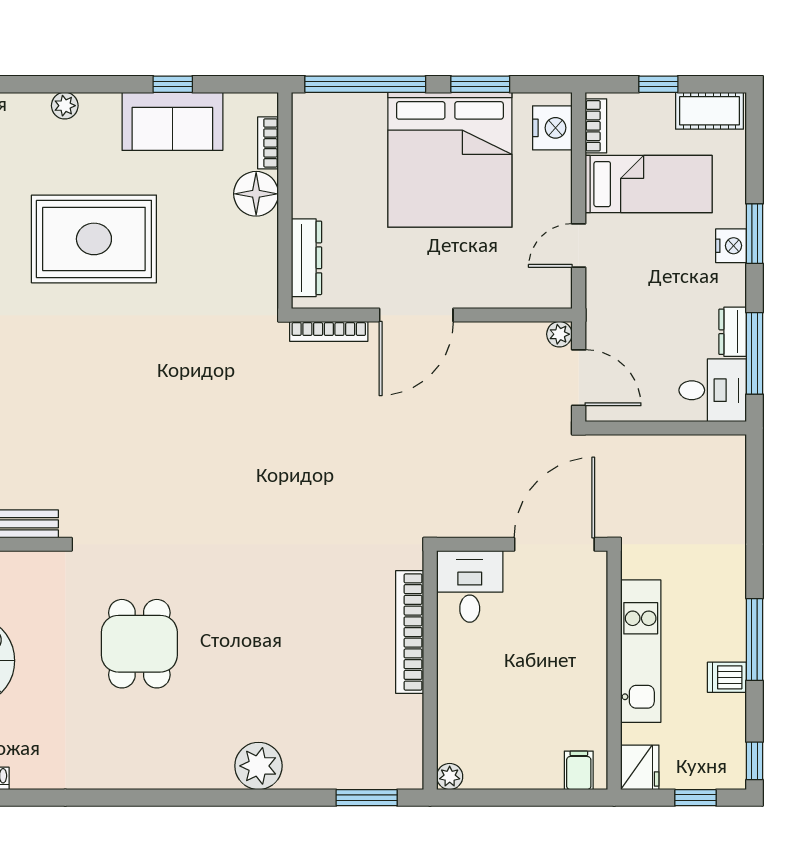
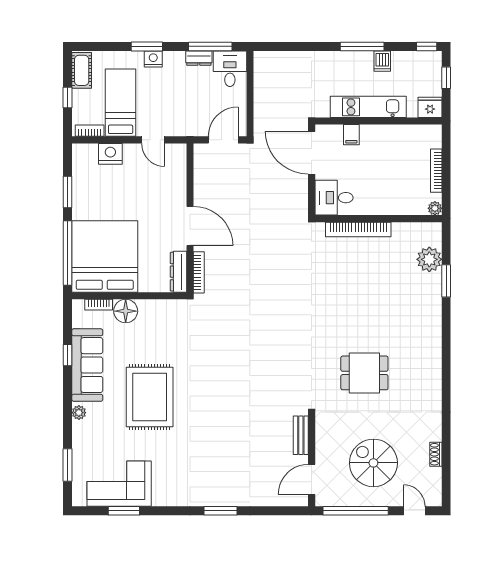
sofa: (172, 121) -> (87, 365), width x1.36
nightstand: (552, 128) -> (110, 154), moved
bed: (450, 160) -> (105, 257), moved, turned -90
dresser: (306, 258) -> (179, 272), moved, turned -90
plant: (559, 334) -> (200, 150), removed
plant: (258, 766) -> (429, 259), moved
filing cabinet: (579, 770) -> (351, 135), moved, turned -90
bookcase: (521, 779) -> (436, 171), added
window: (367, 798) -> (446, 281), moved

